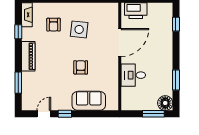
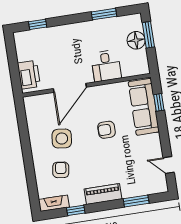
armchair: (54, 25) -> (61, 170), turned -82
door: (120, 42) -> (70, 88), swing flipped
sofa: (89, 101) -> (144, 107), width x1.36
floor lamp: (165, 103) -> (136, 40), moved
window: (65, 114) -> (159, 102), moved

